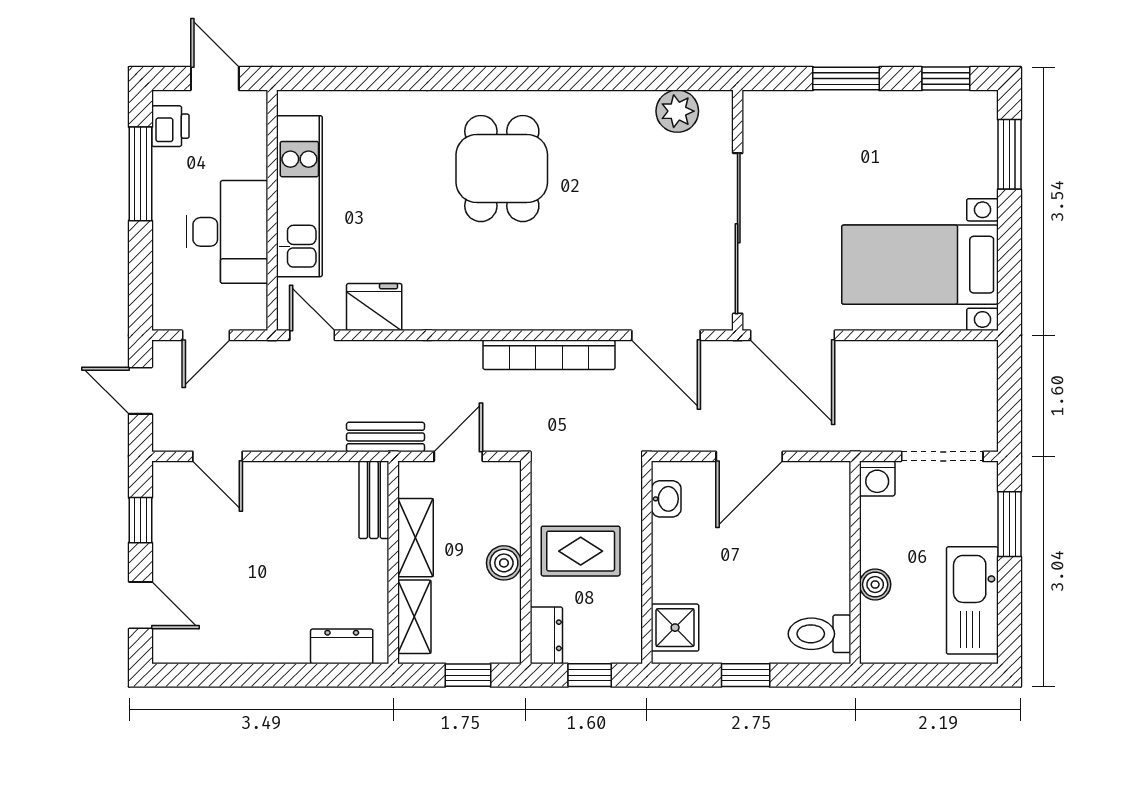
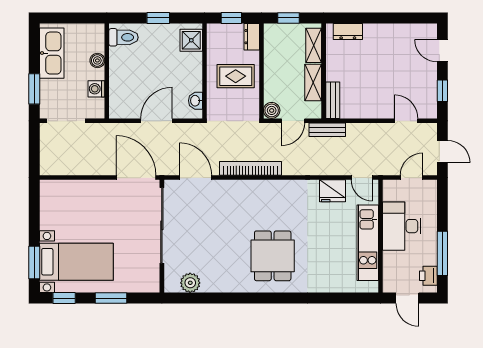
bed with nightstands: (920, 265) -> (76, 262), moved
washing machine: (877, 478) -> (96, 89), moved, turned -90
boiler: (504, 563) -> (272, 110), moved

